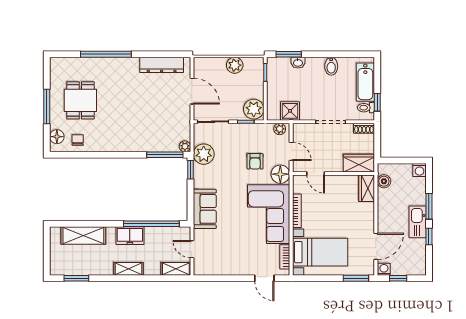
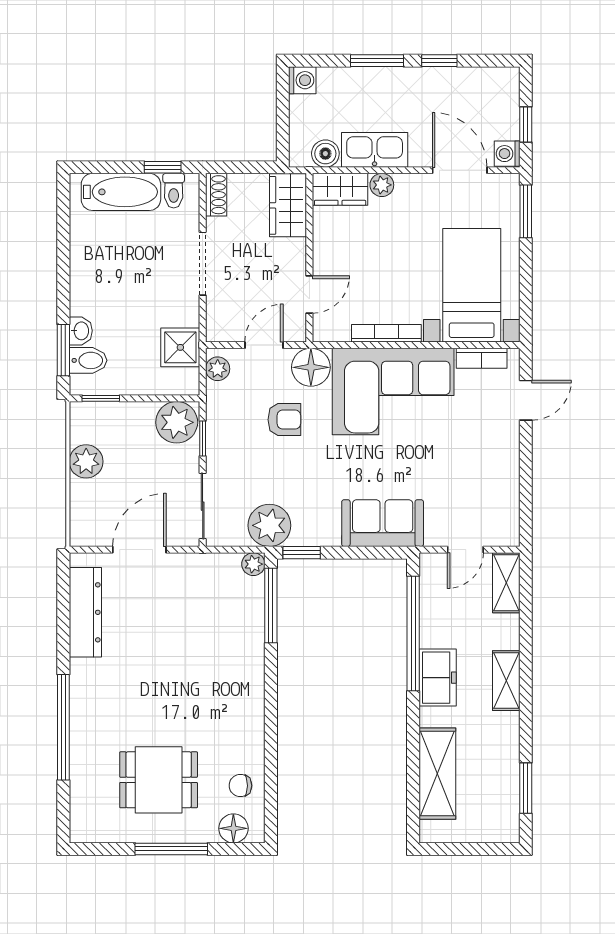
bidet: (331, 66) -> (88, 360), moved
plant: (369, 209) -> (382, 185), added
kitchen sink: (418, 222) -> (375, 150), moved, turned 180

